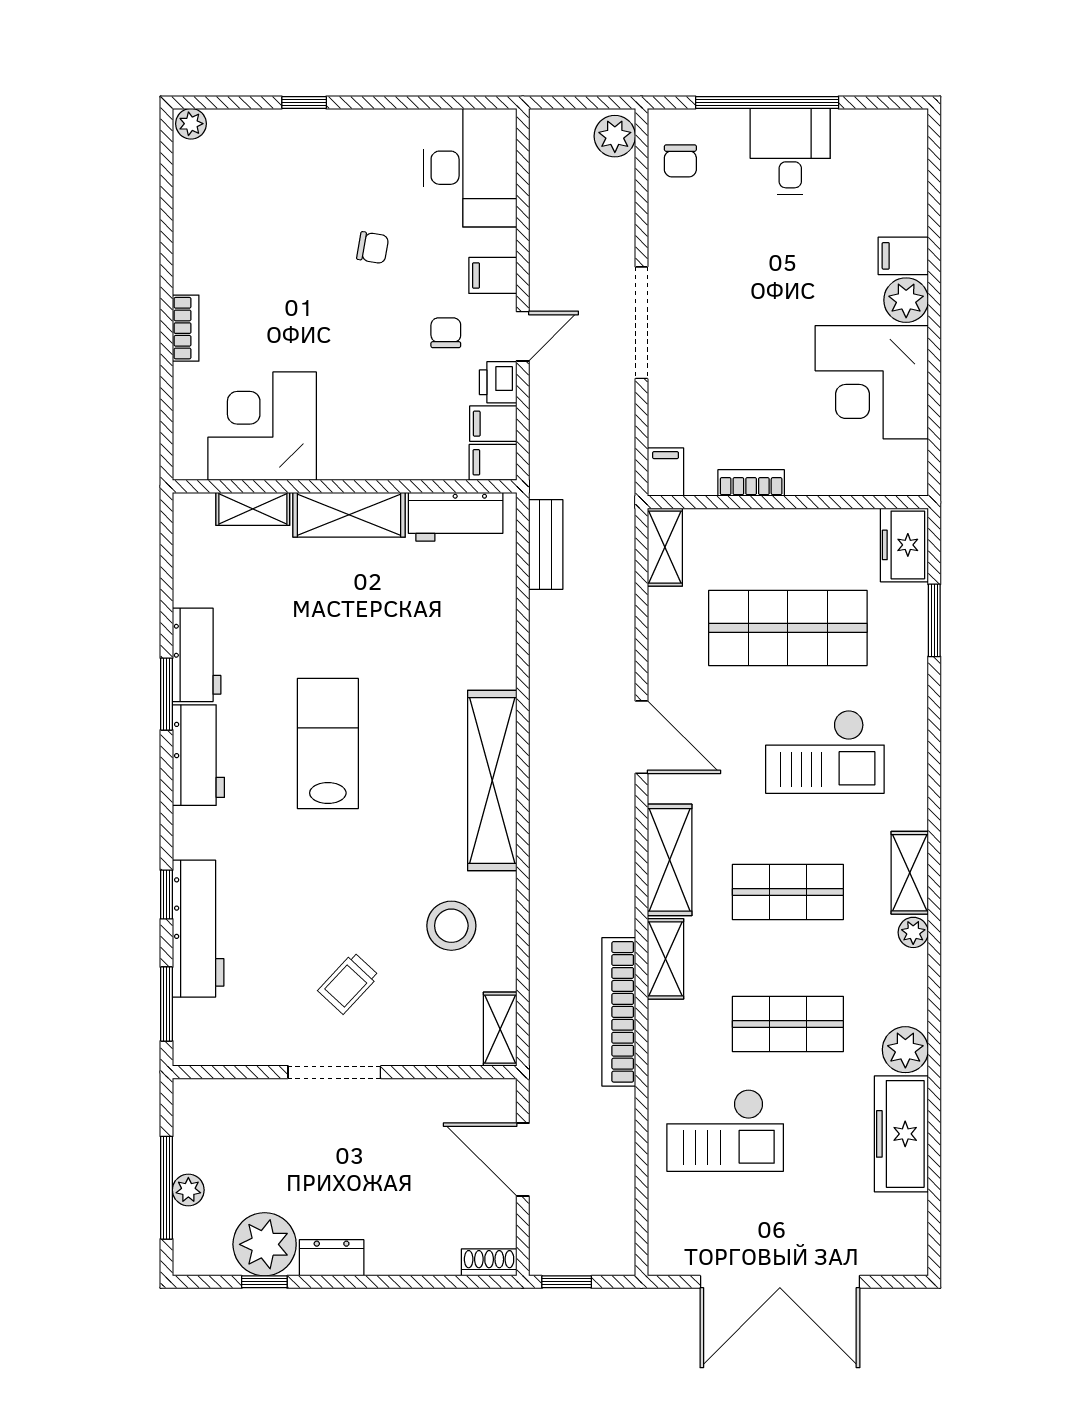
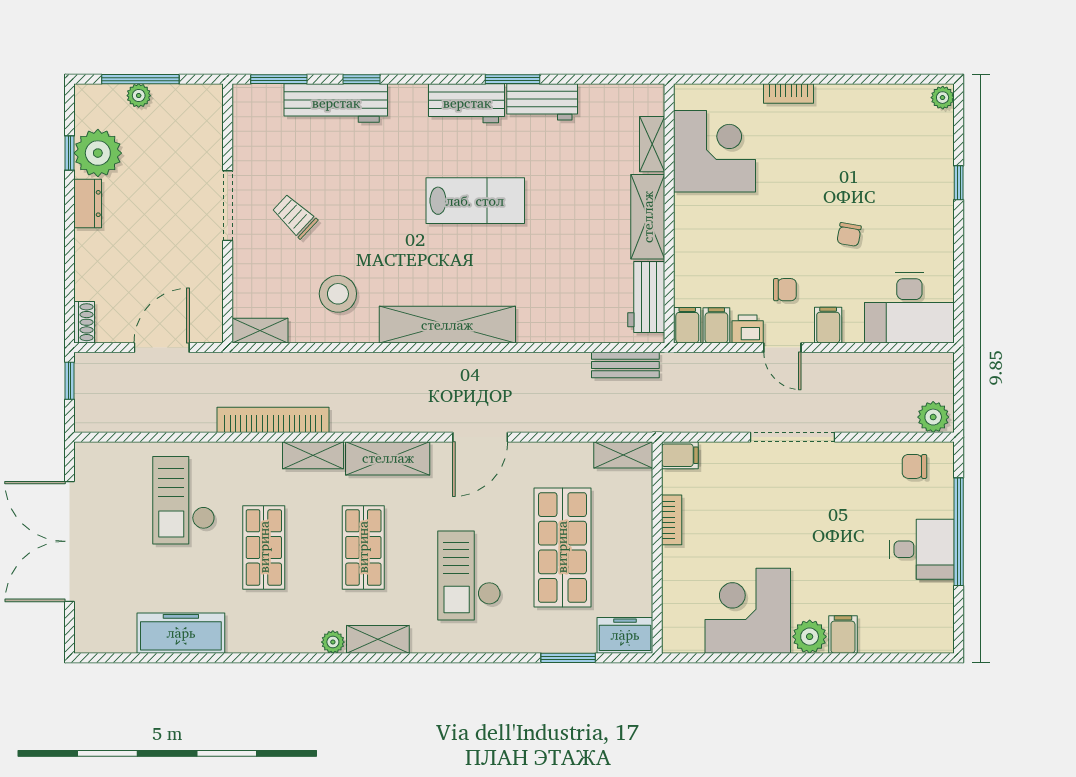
plant: (905, 1050) -> (244, 636), removed

